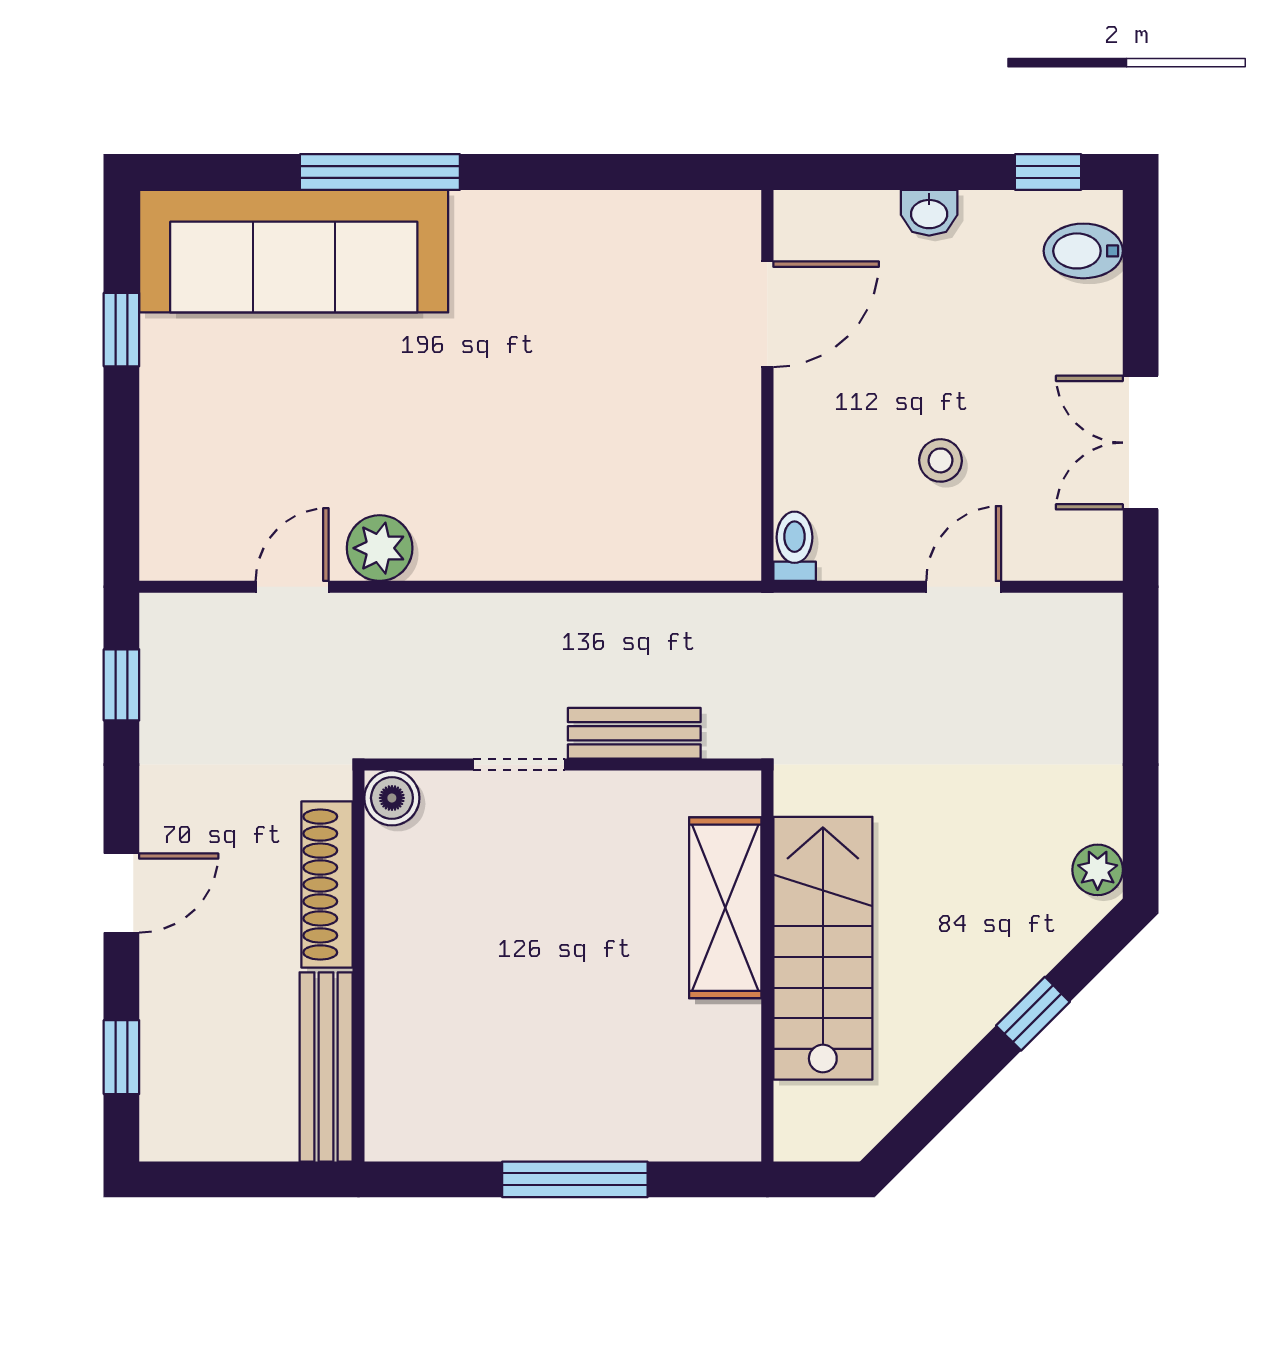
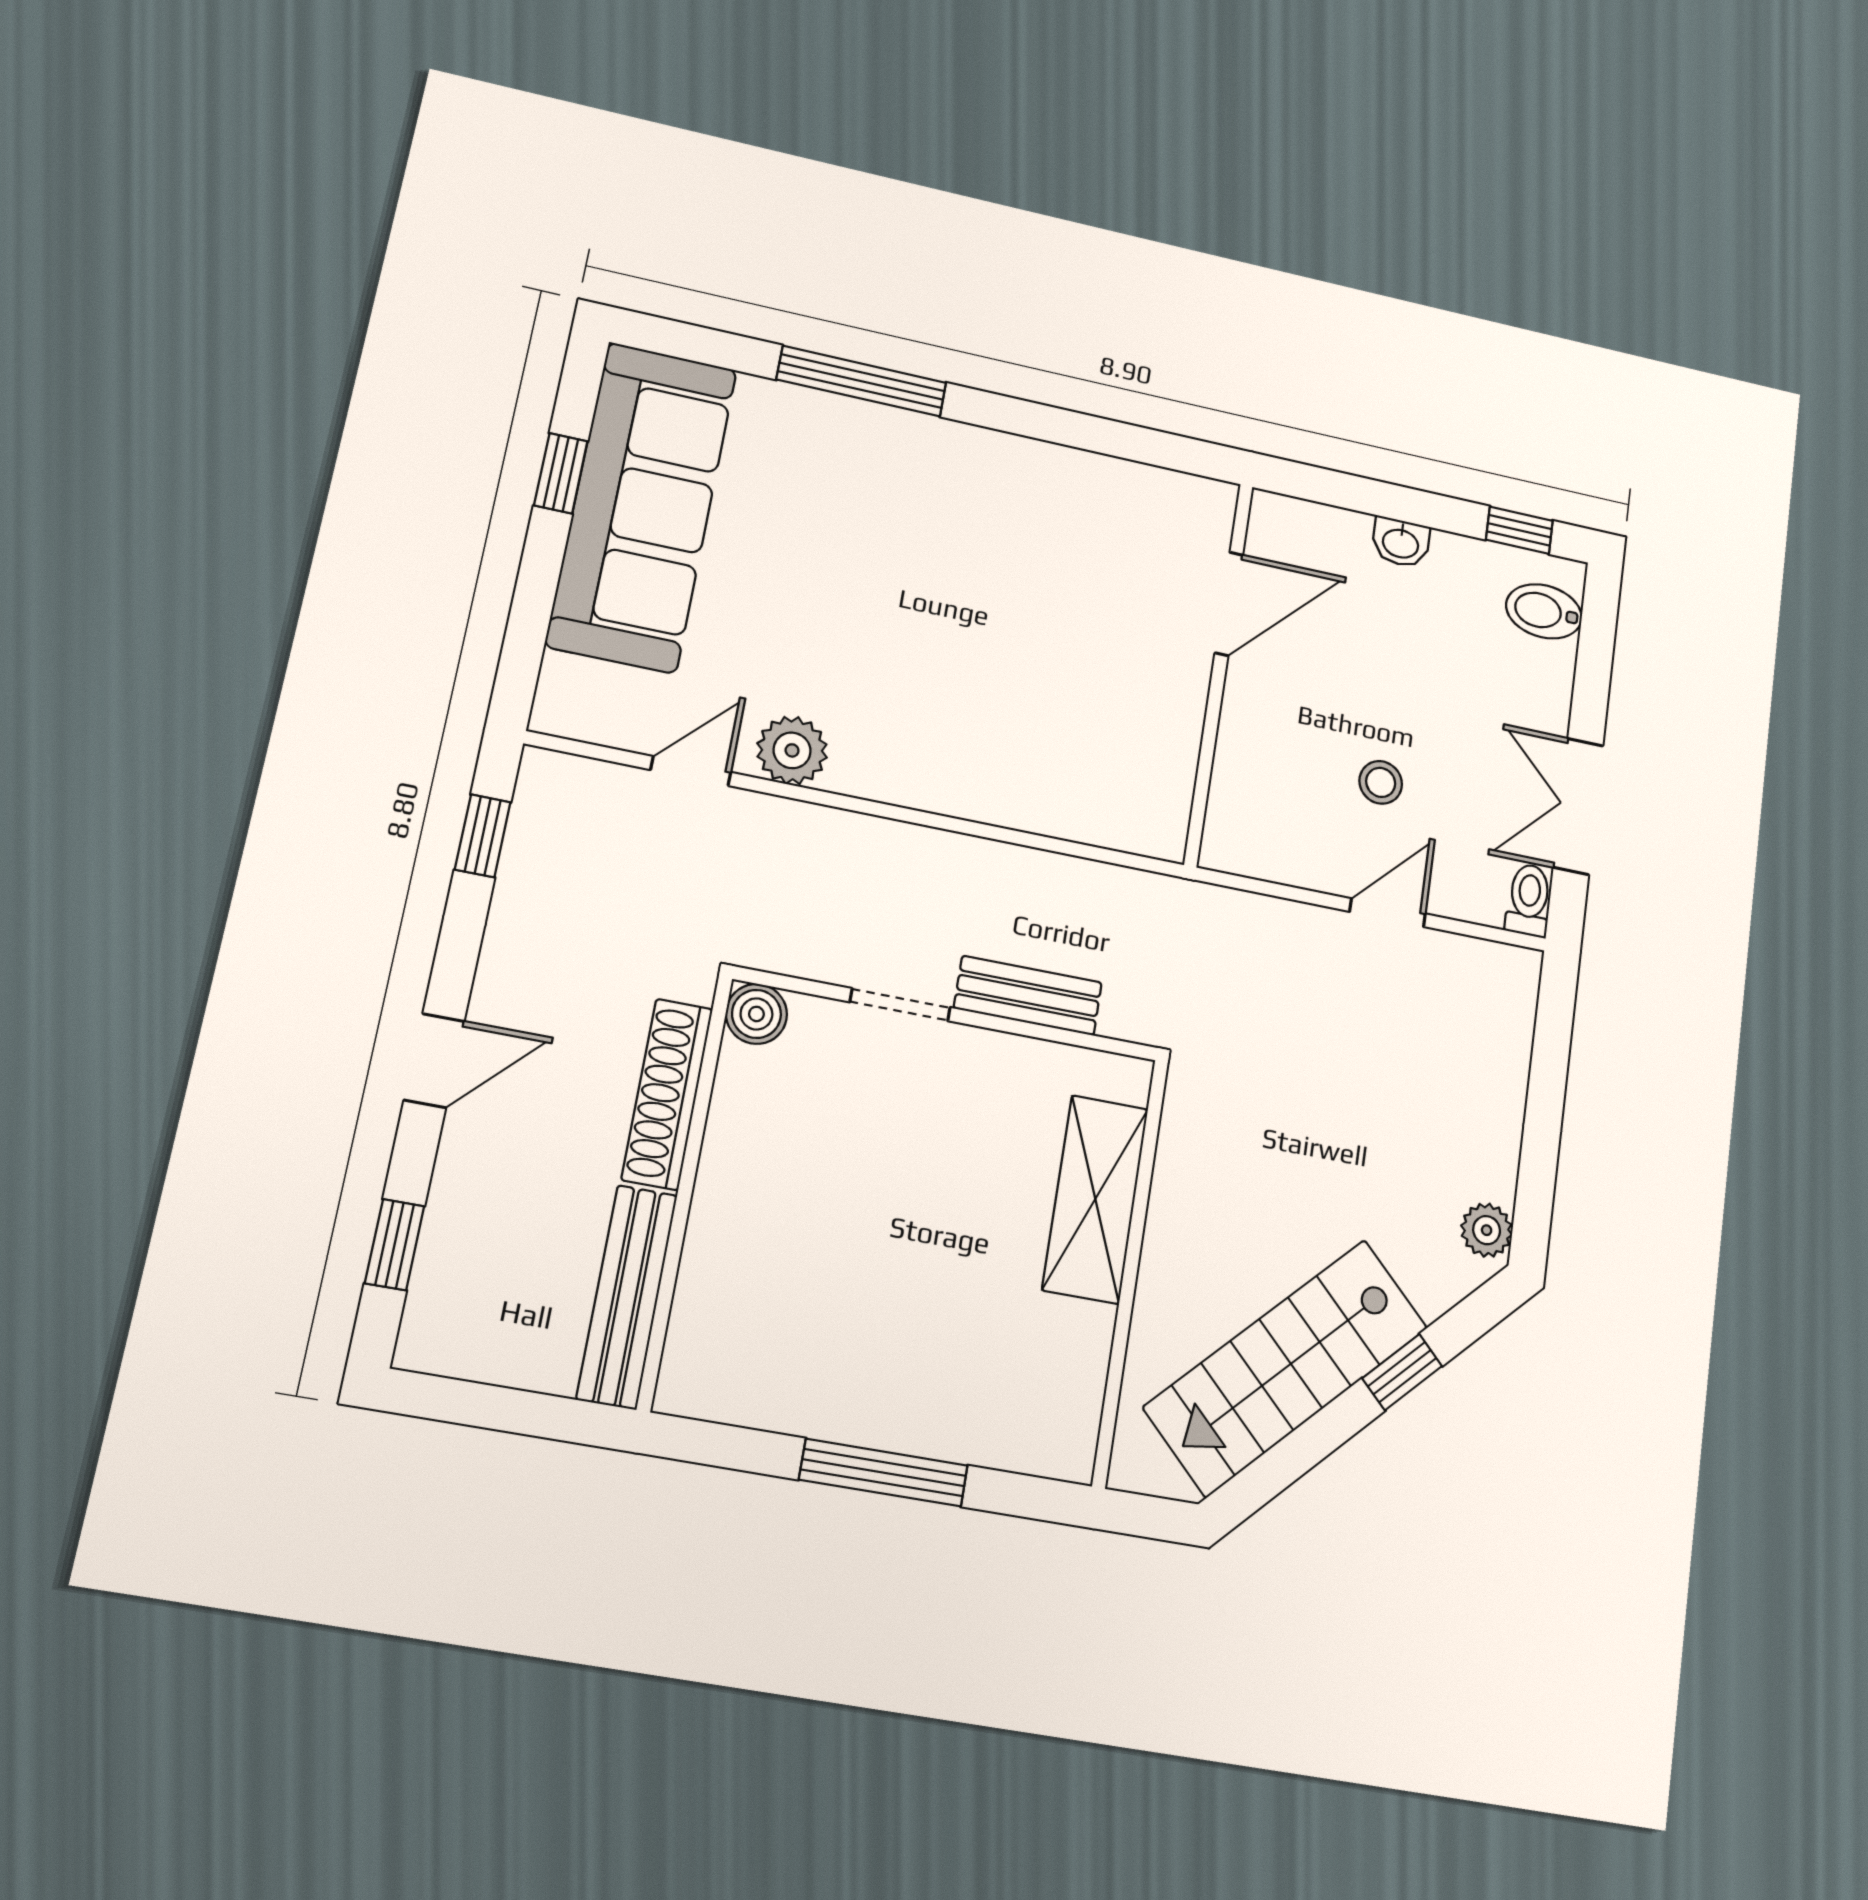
sofa: (294, 251) -> (642, 506), moved, turned -90
toilet: (795, 546) -> (1529, 900), moved
stairs: (823, 948) -> (1286, 1367), moved, turned -135

